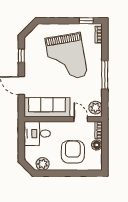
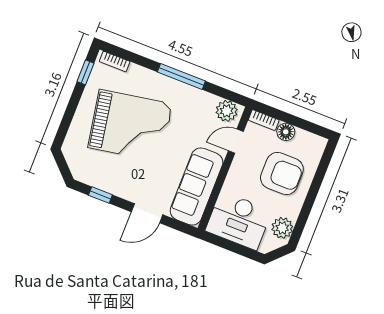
desk: (37, 134) -> (239, 221), width x1.37
armchair: (73, 152) -> (282, 173), turned 180

